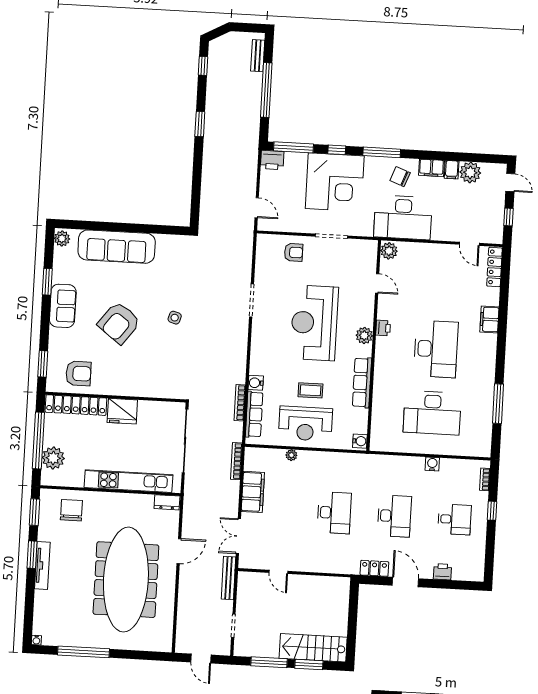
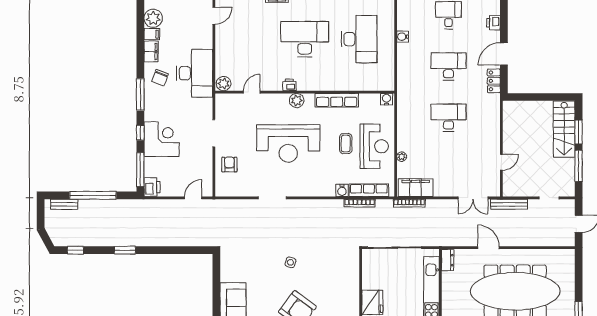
corner desk: (335, 182) -> (162, 139), width x0.74, depth x0.74
filing cabinet: (253, 492) -> (416, 188), moved

